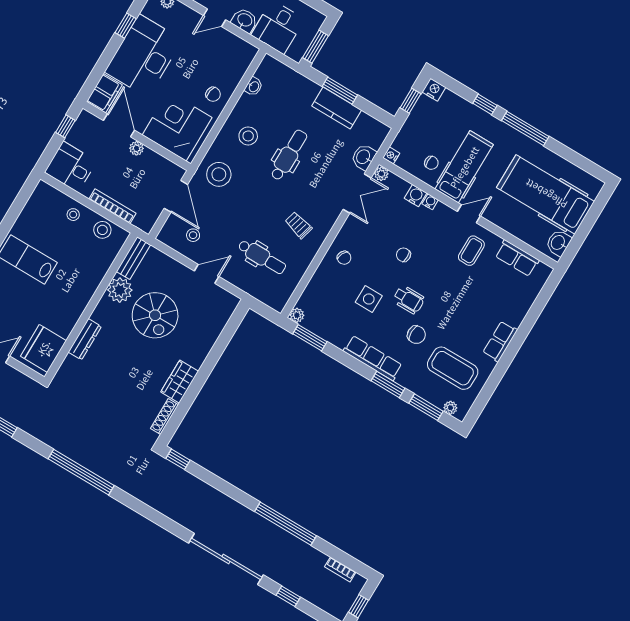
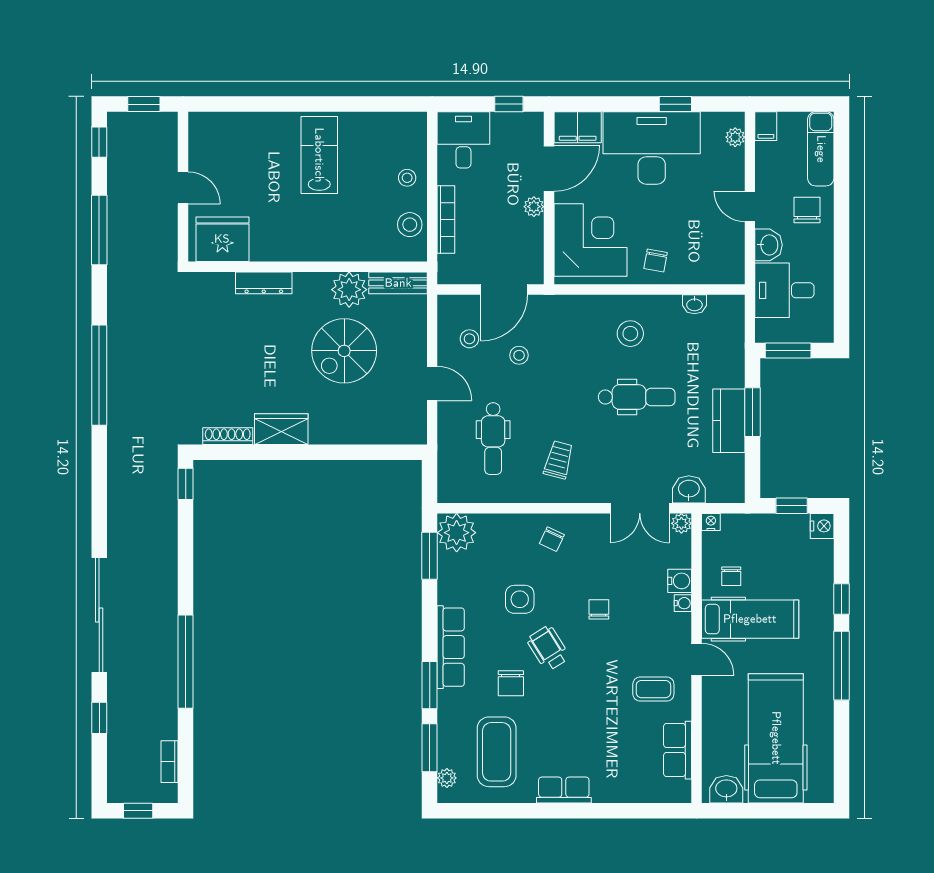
stool: (219, 174) -> (519, 355), moved, width x0.53, depth x0.53
wheelchair: (409, 300) -> (548, 648), turned 148
plant: (297, 315) -> (457, 533), width x1.88, depth x1.88

